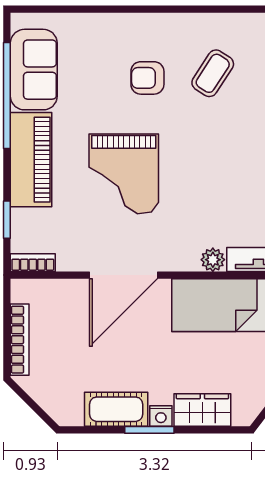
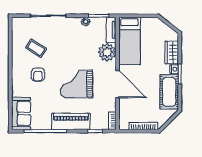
sofa: (34, 70) -> (21, 113), moved, turned 90
grand piano: (124, 174) -> (77, 84), turned 180
plant: (213, 260) -> (107, 52), width x1.88, depth x1.88
cot: (116, 409) -> (169, 92), width x1.37, depth x1.34

